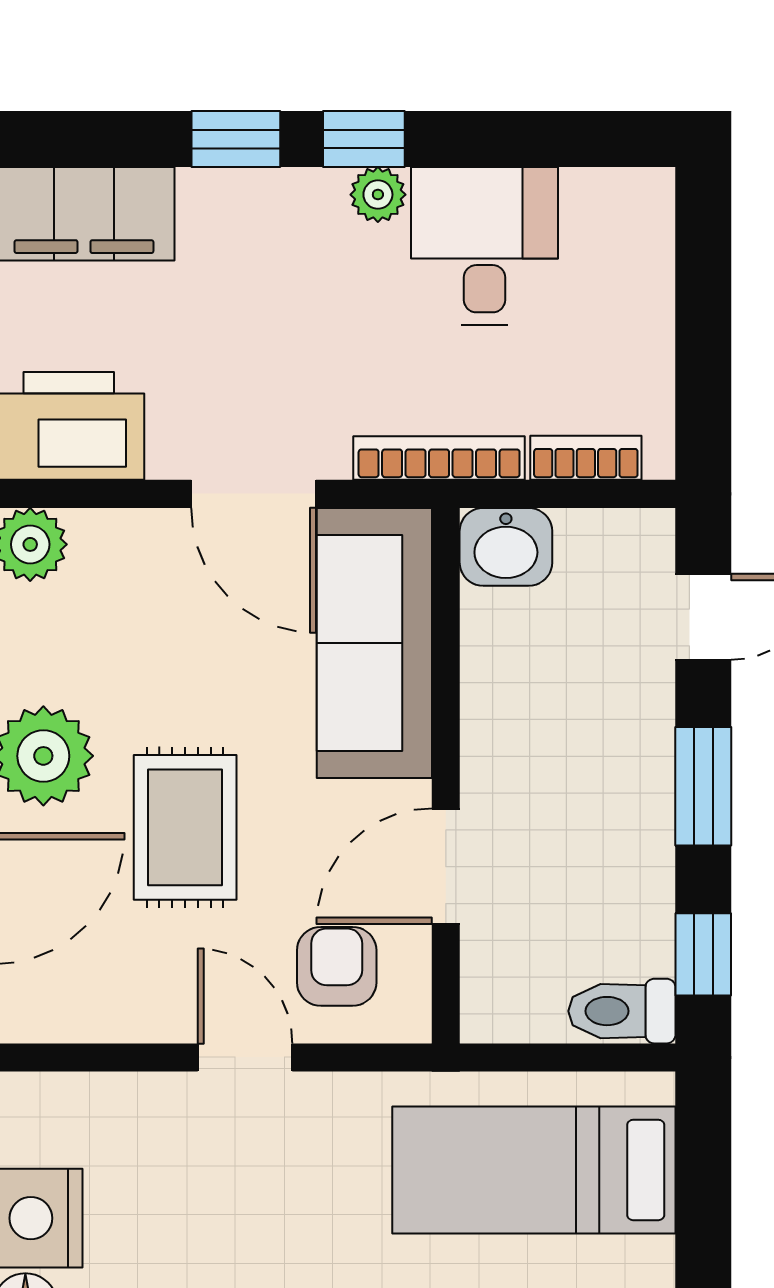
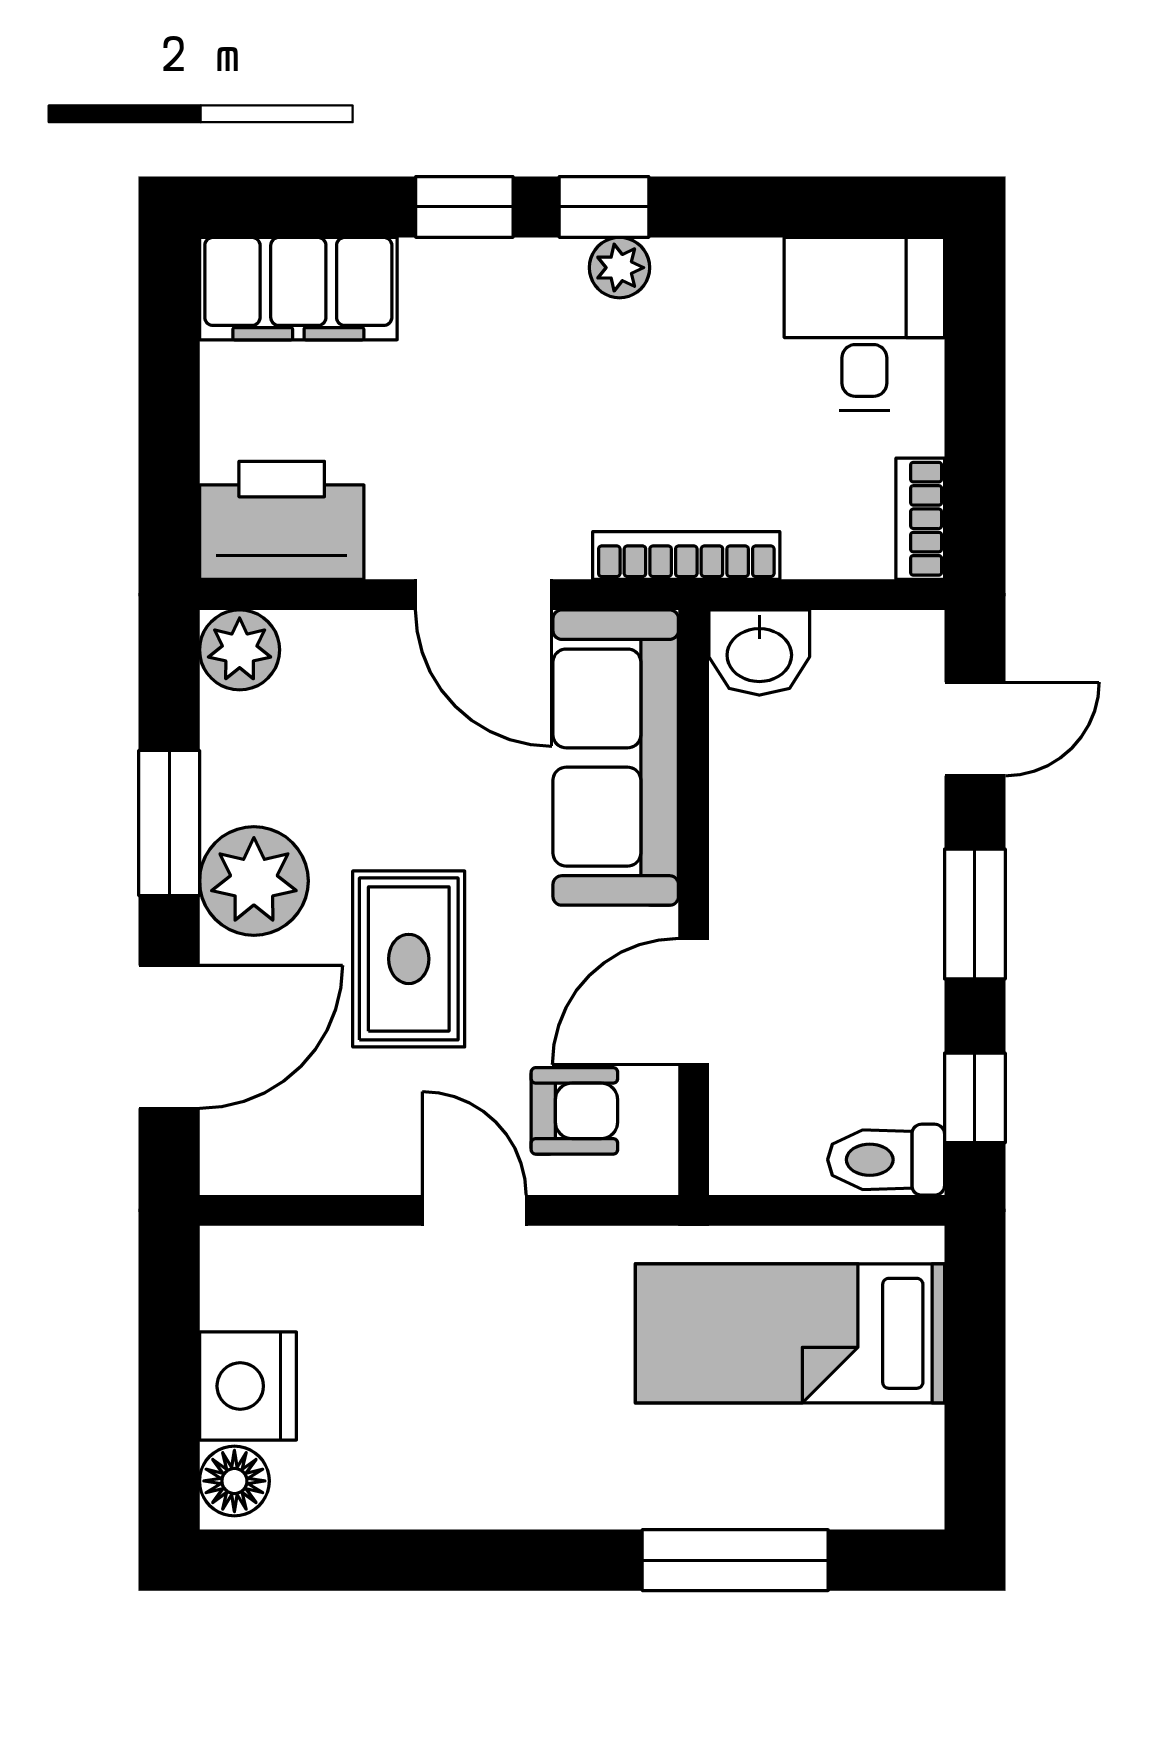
desk: (484, 246) -> (864, 324), moved
bookcase: (586, 458) -> (920, 519), moved, turned -90
armchair: (337, 966) -> (574, 1111), turned 90

